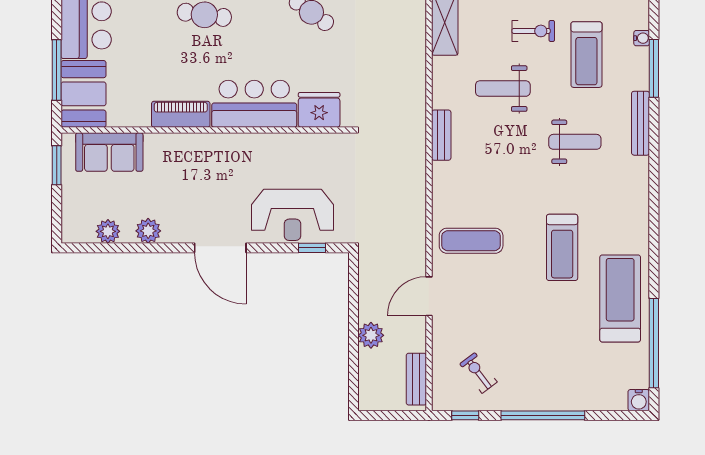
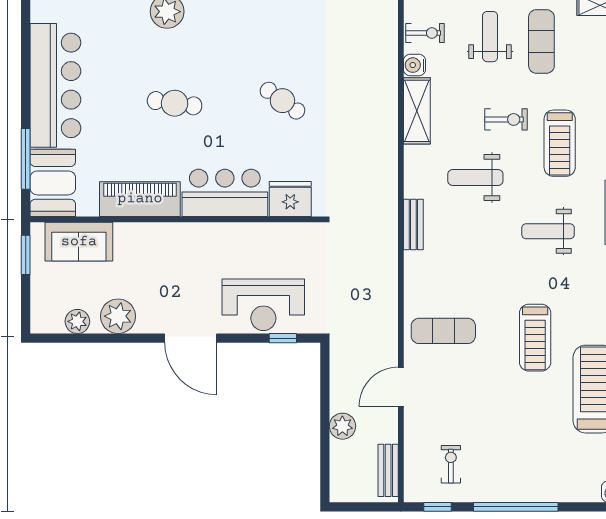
piano: (181, 114) -> (140, 199), width x1.37, depth x1.33
weight bench: (575, 142) -> (548, 231), turned 180
plant: (148, 231) -> (118, 316), width x1.36, depth x1.36
exercise bike: (478, 373) -> (451, 464), turned 37

